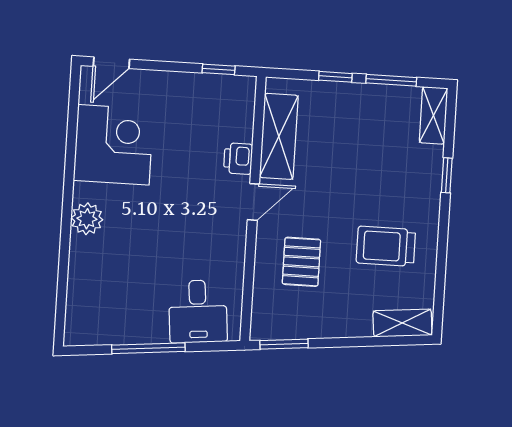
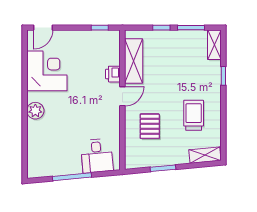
trolley: (386, 246) -> (194, 115), turned 90
window: (284, 344) -> (163, 168), moved

